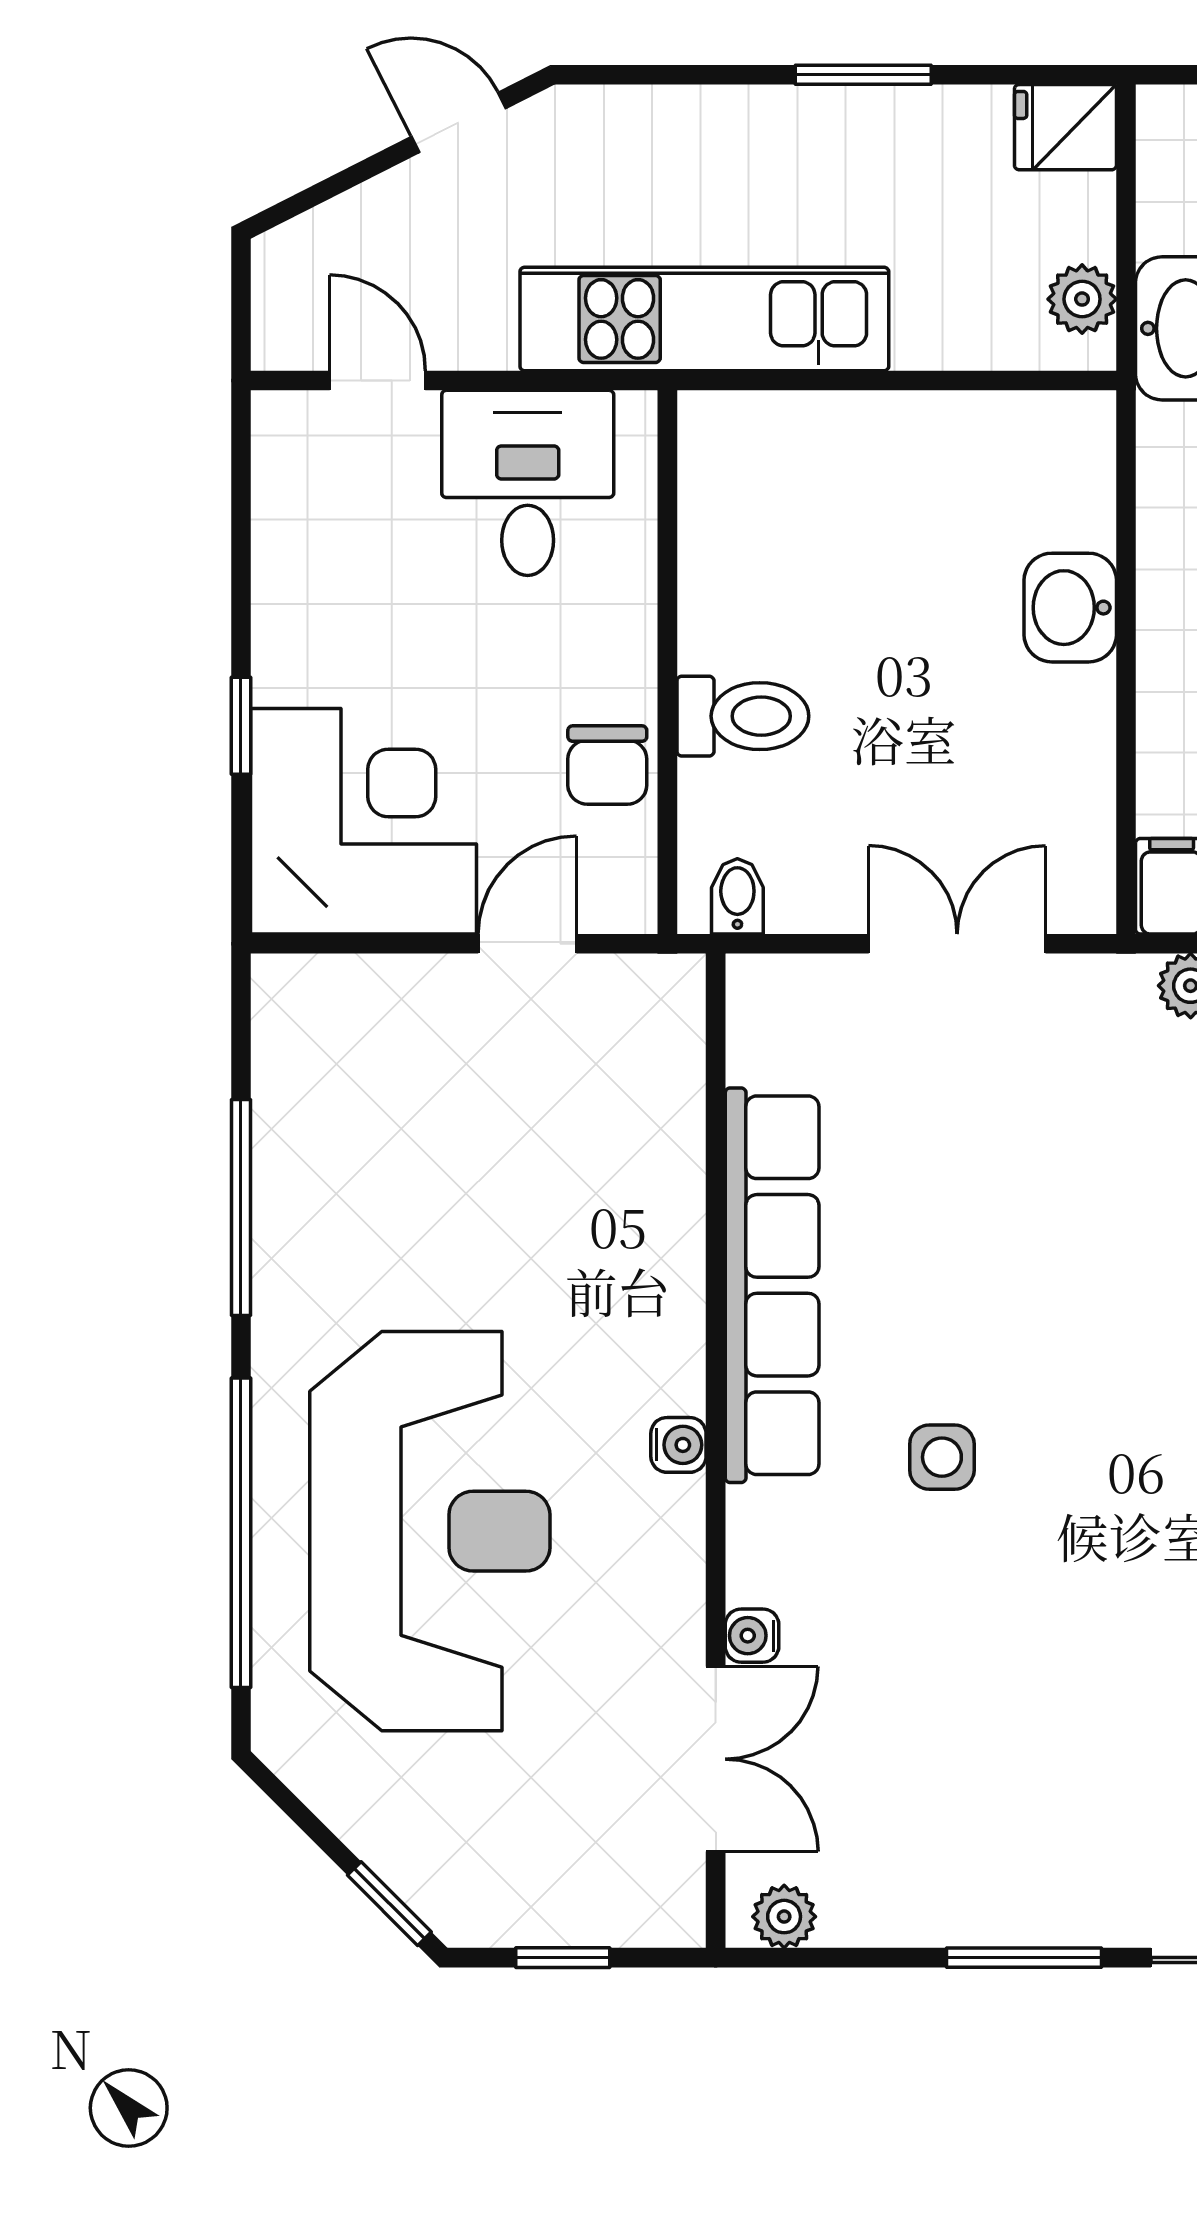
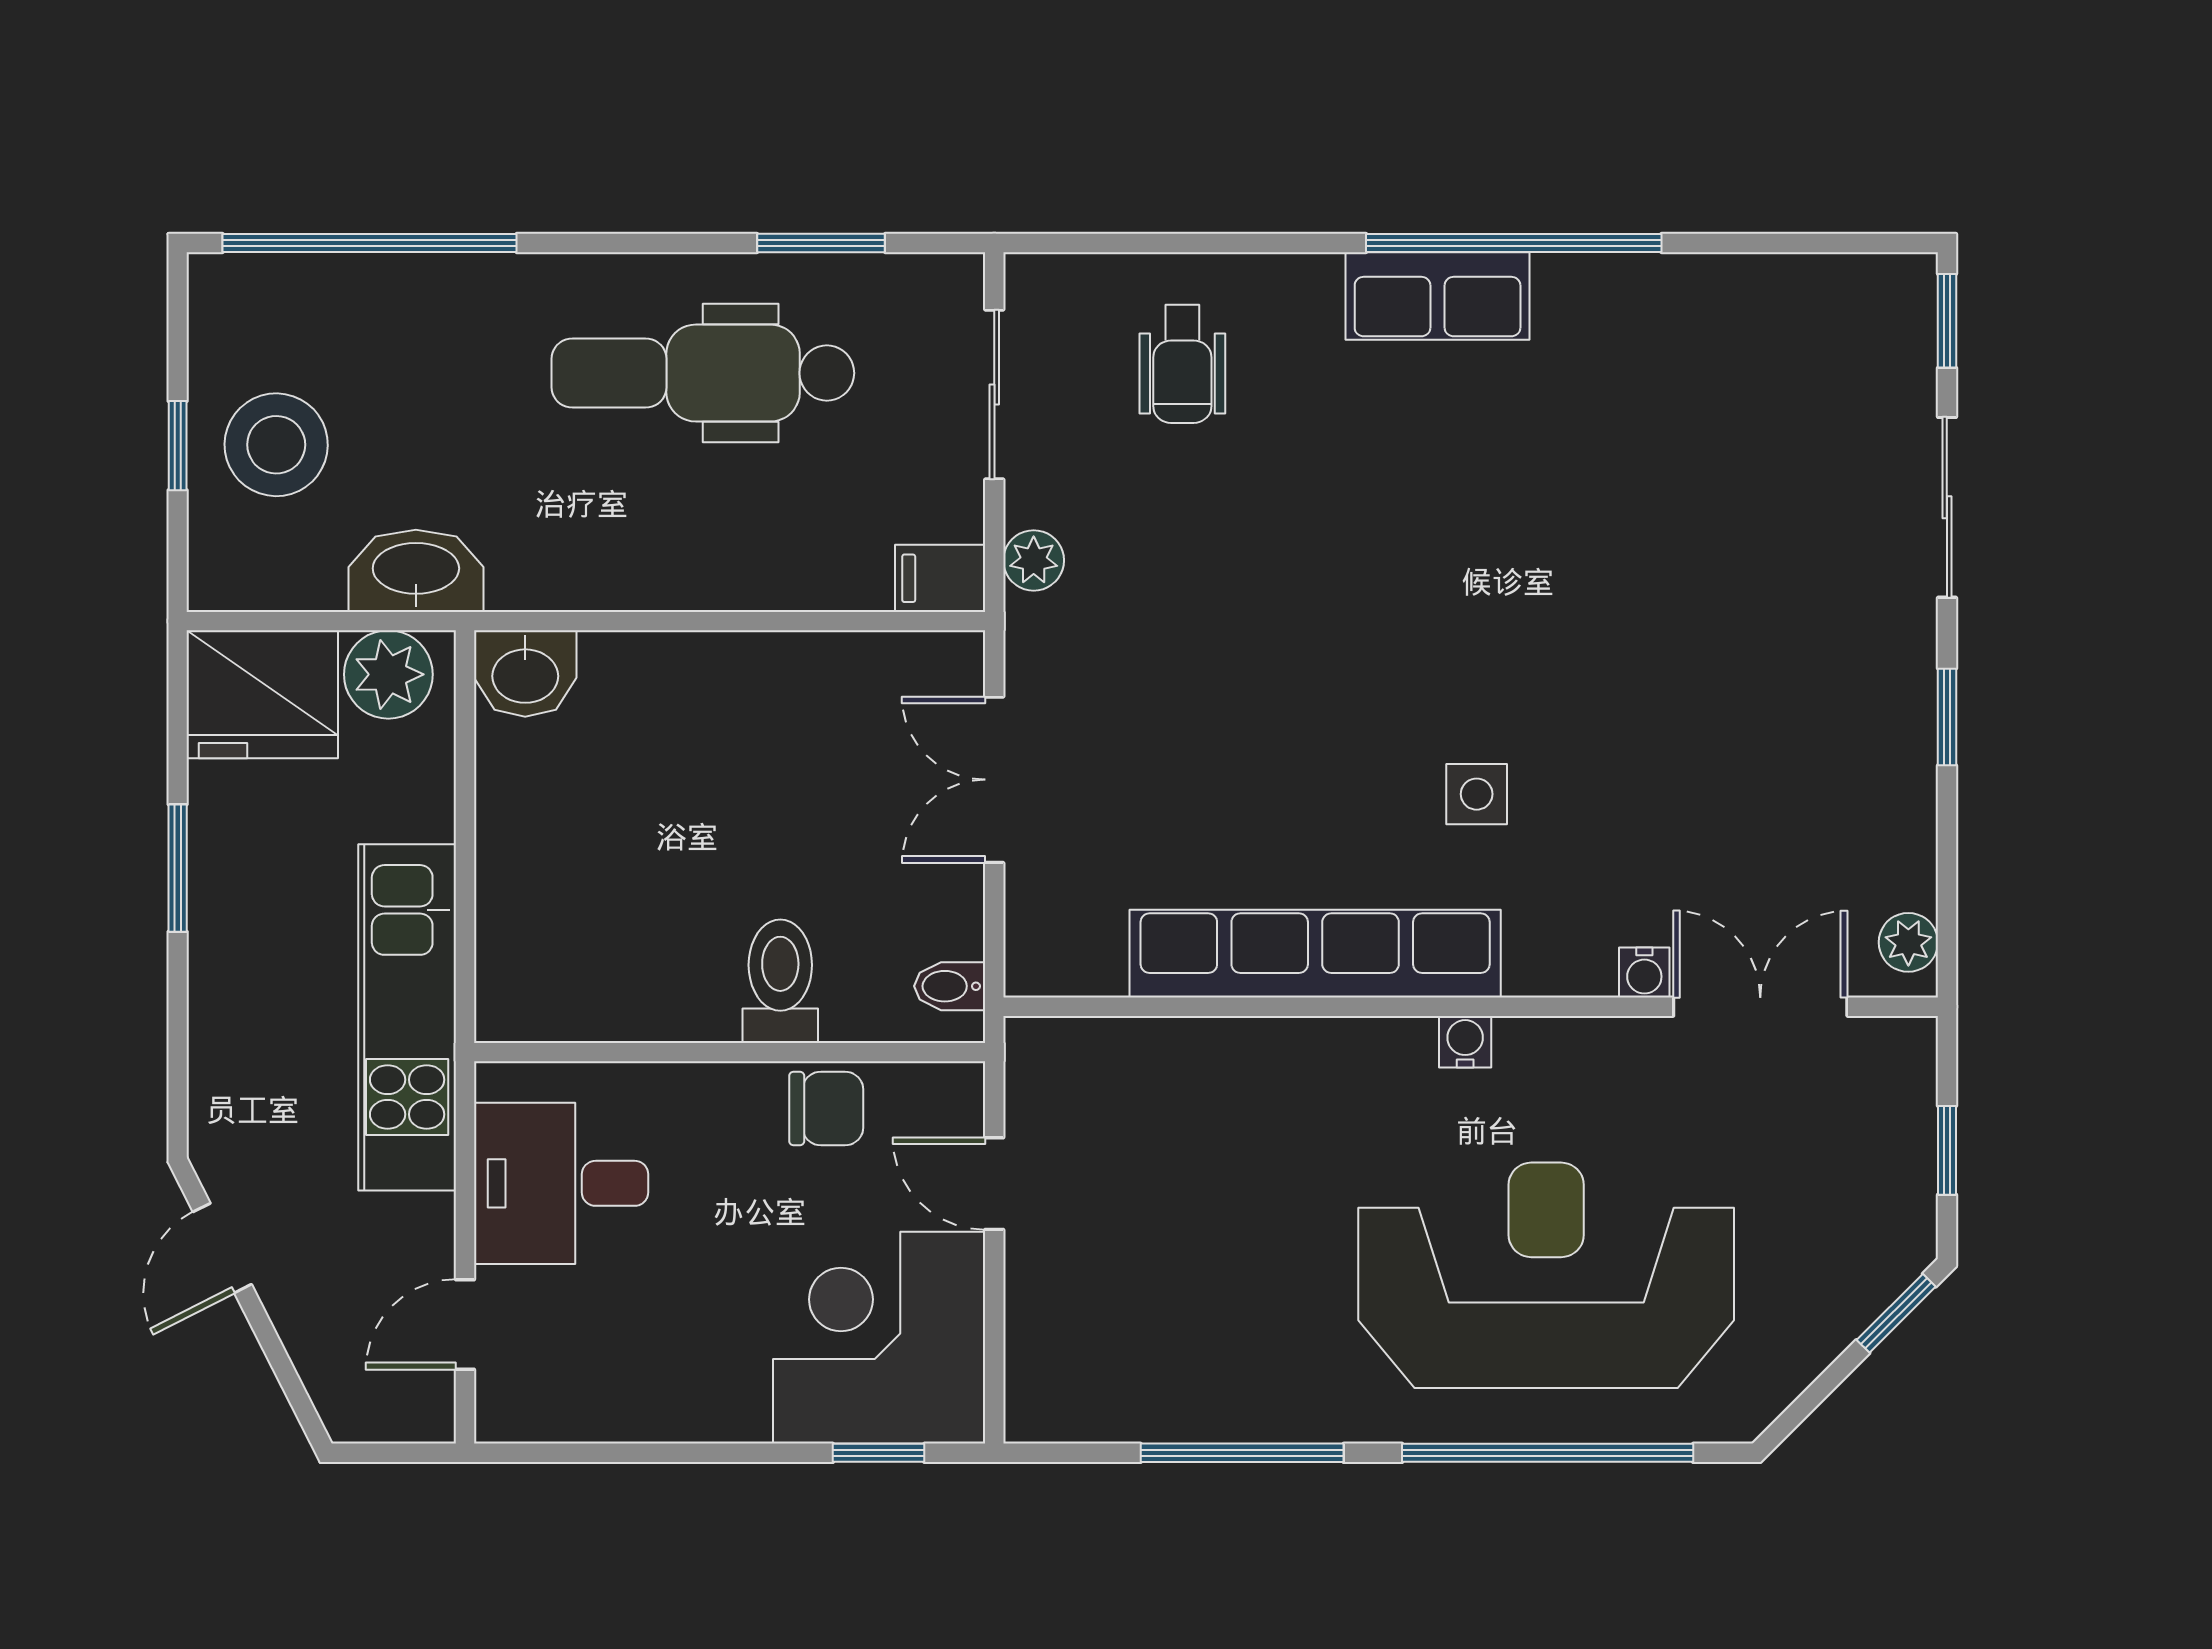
fridge: (1065, 127) -> (262, 694), width x1.88, depth x1.34
plant: (1082, 299) -> (388, 674), width x1.38, depth x1.38
washbasin: (1070, 608) -> (525, 673), moved
window: (241, 726) -> (879, 1453), moved
window: (1024, 1958) -> (1947, 717), width x0.67

